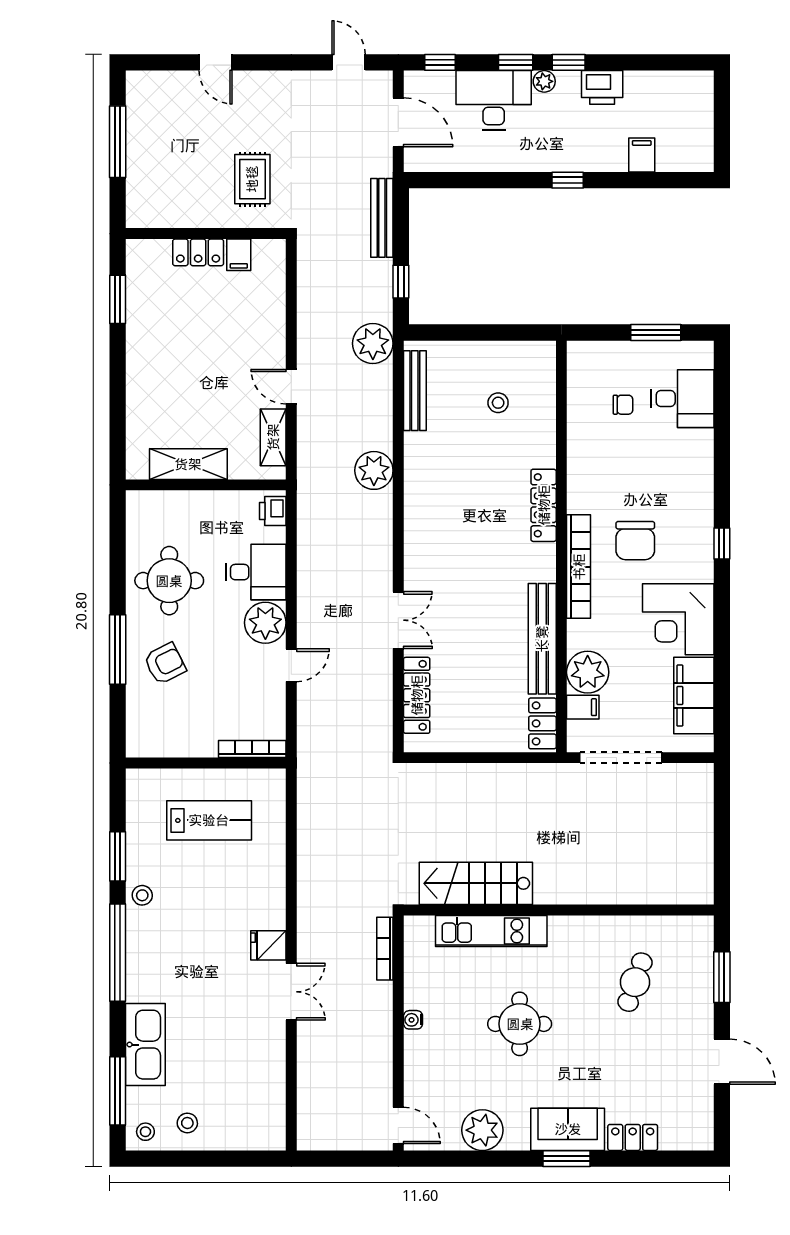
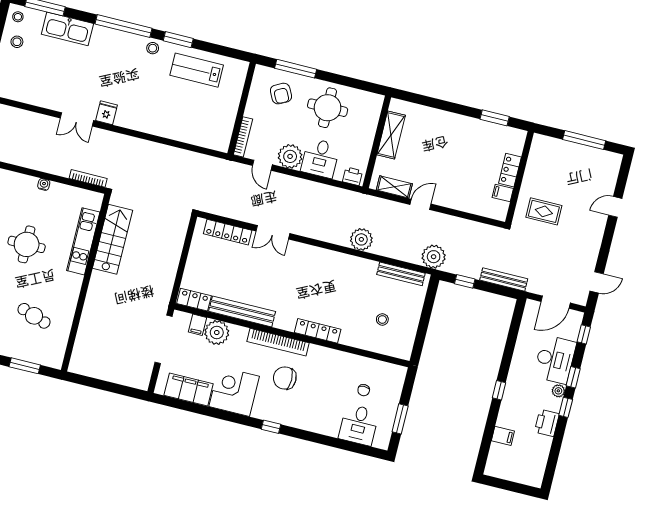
bookcase: (252, 749) -> (243, 137), moved
wall: (206, 763) -> (242, 108), moved
lab bench: (209, 820) -> (197, 70), moved, turned 90

